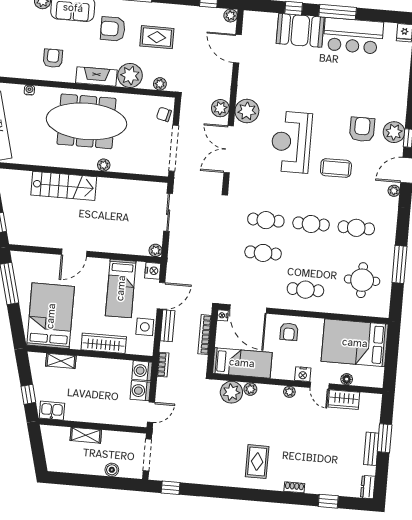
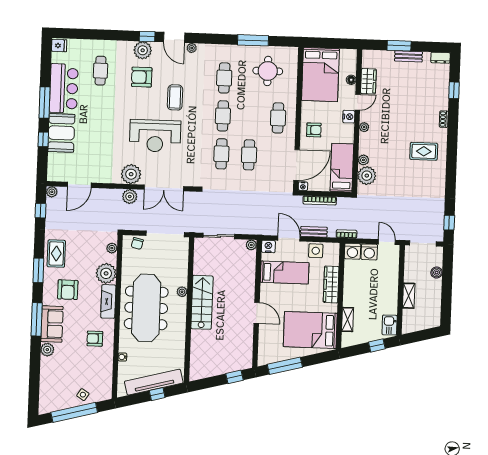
rug: (157, 37) -> (56, 254), moved
cafe table: (372, 81) -> (100, 71), added
stairs: (64, 186) -> (202, 302), moved

